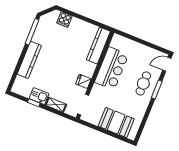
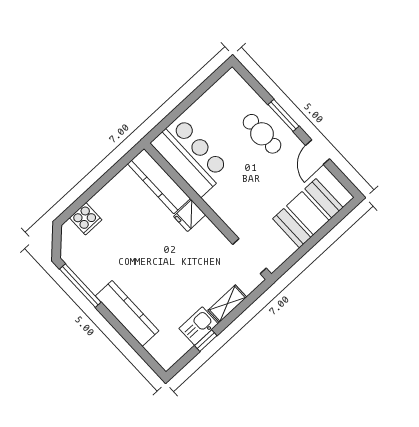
door: (167, 64) -> (318, 152), moved
bar counter: (112, 68) -> (190, 156), moved
fridge: (83, 81) -> (190, 216), moved

